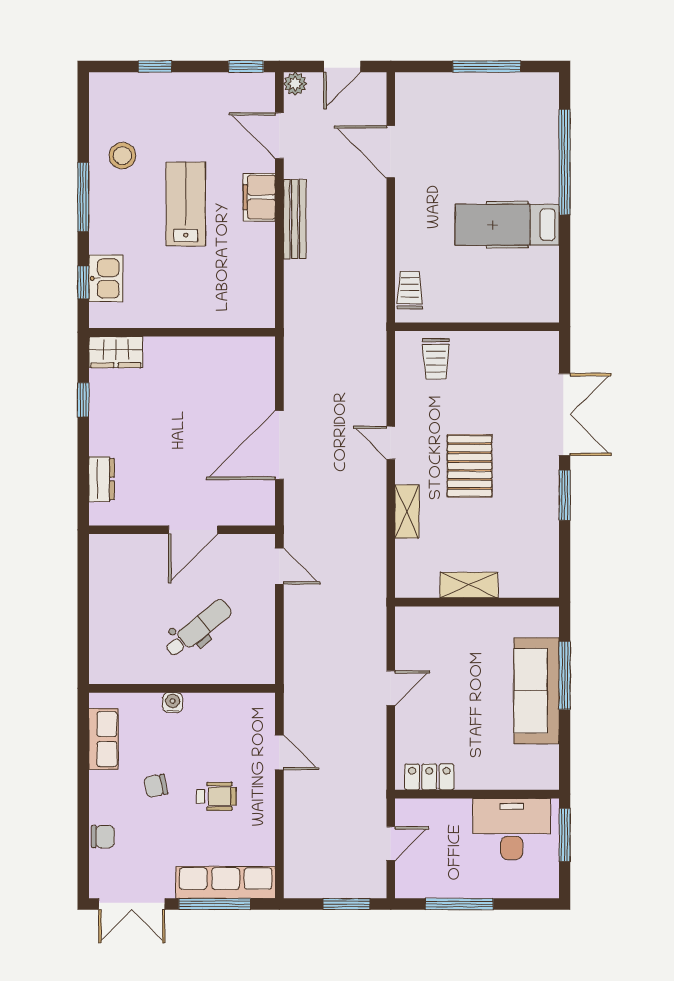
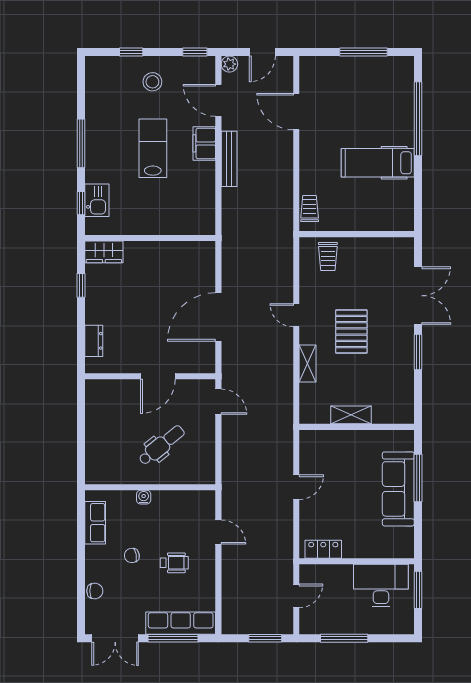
stool: (122, 156) -> (152, 82), moved

